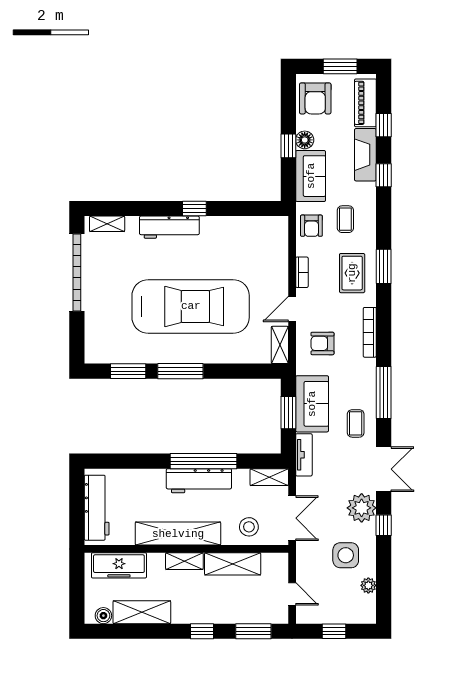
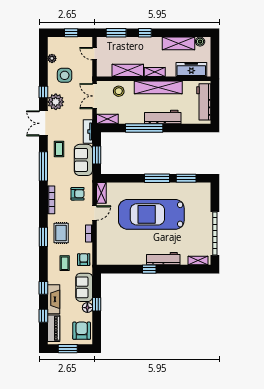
workbench: (199, 481) -> (163, 117), moved

